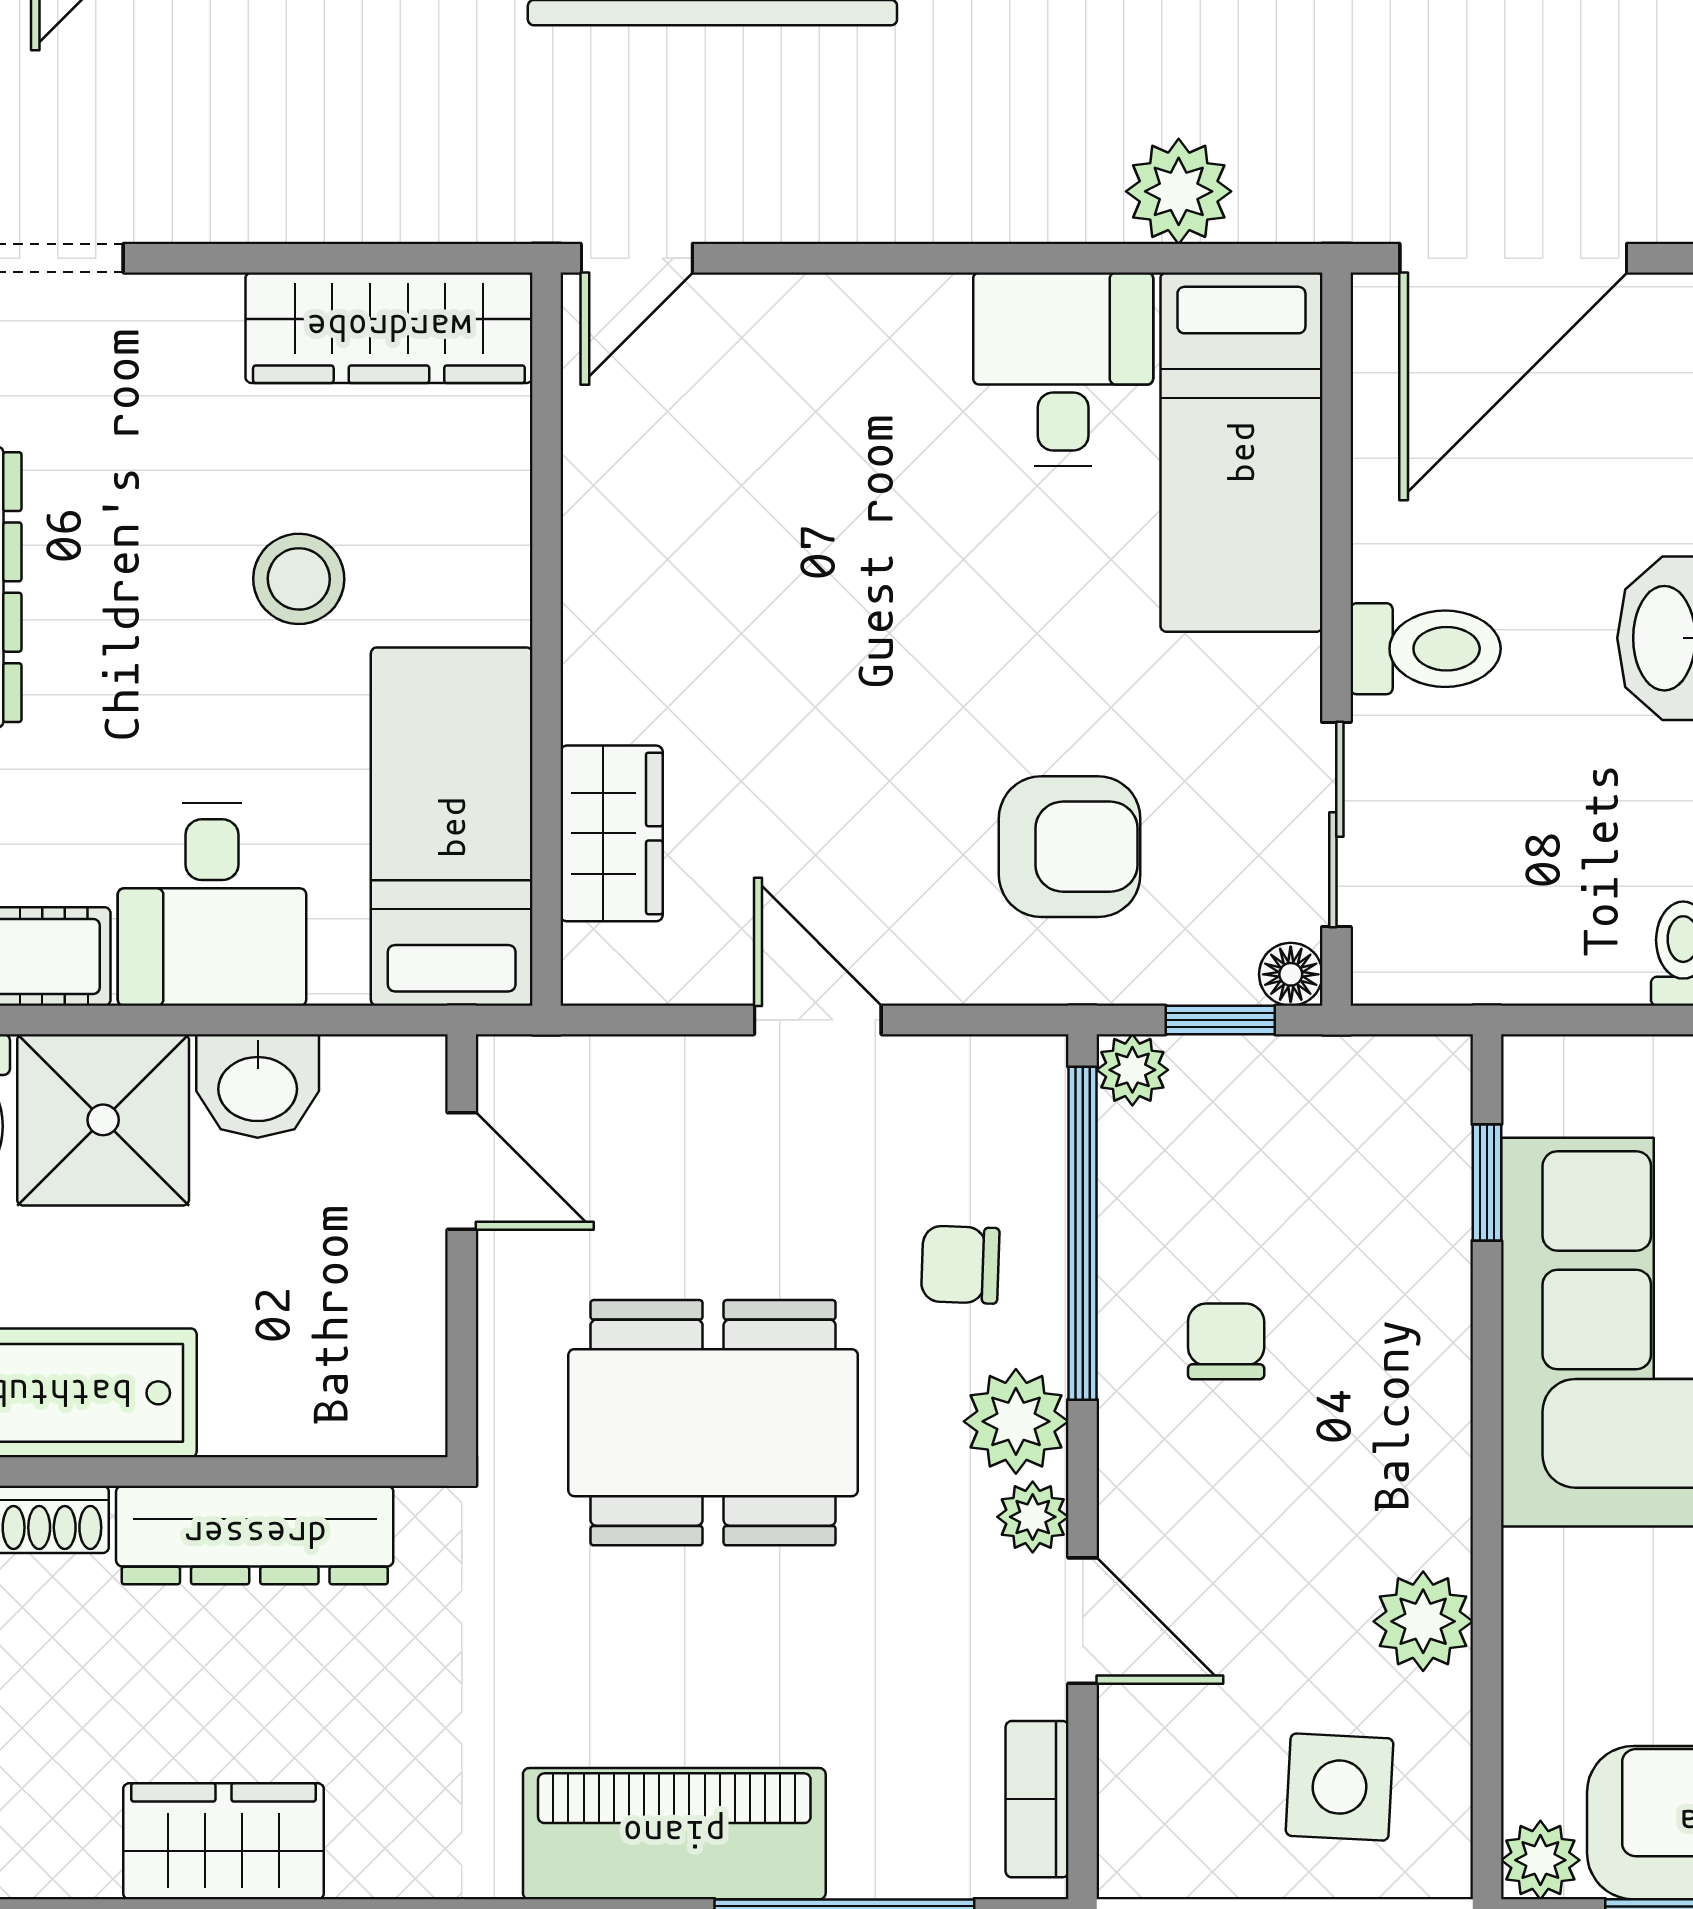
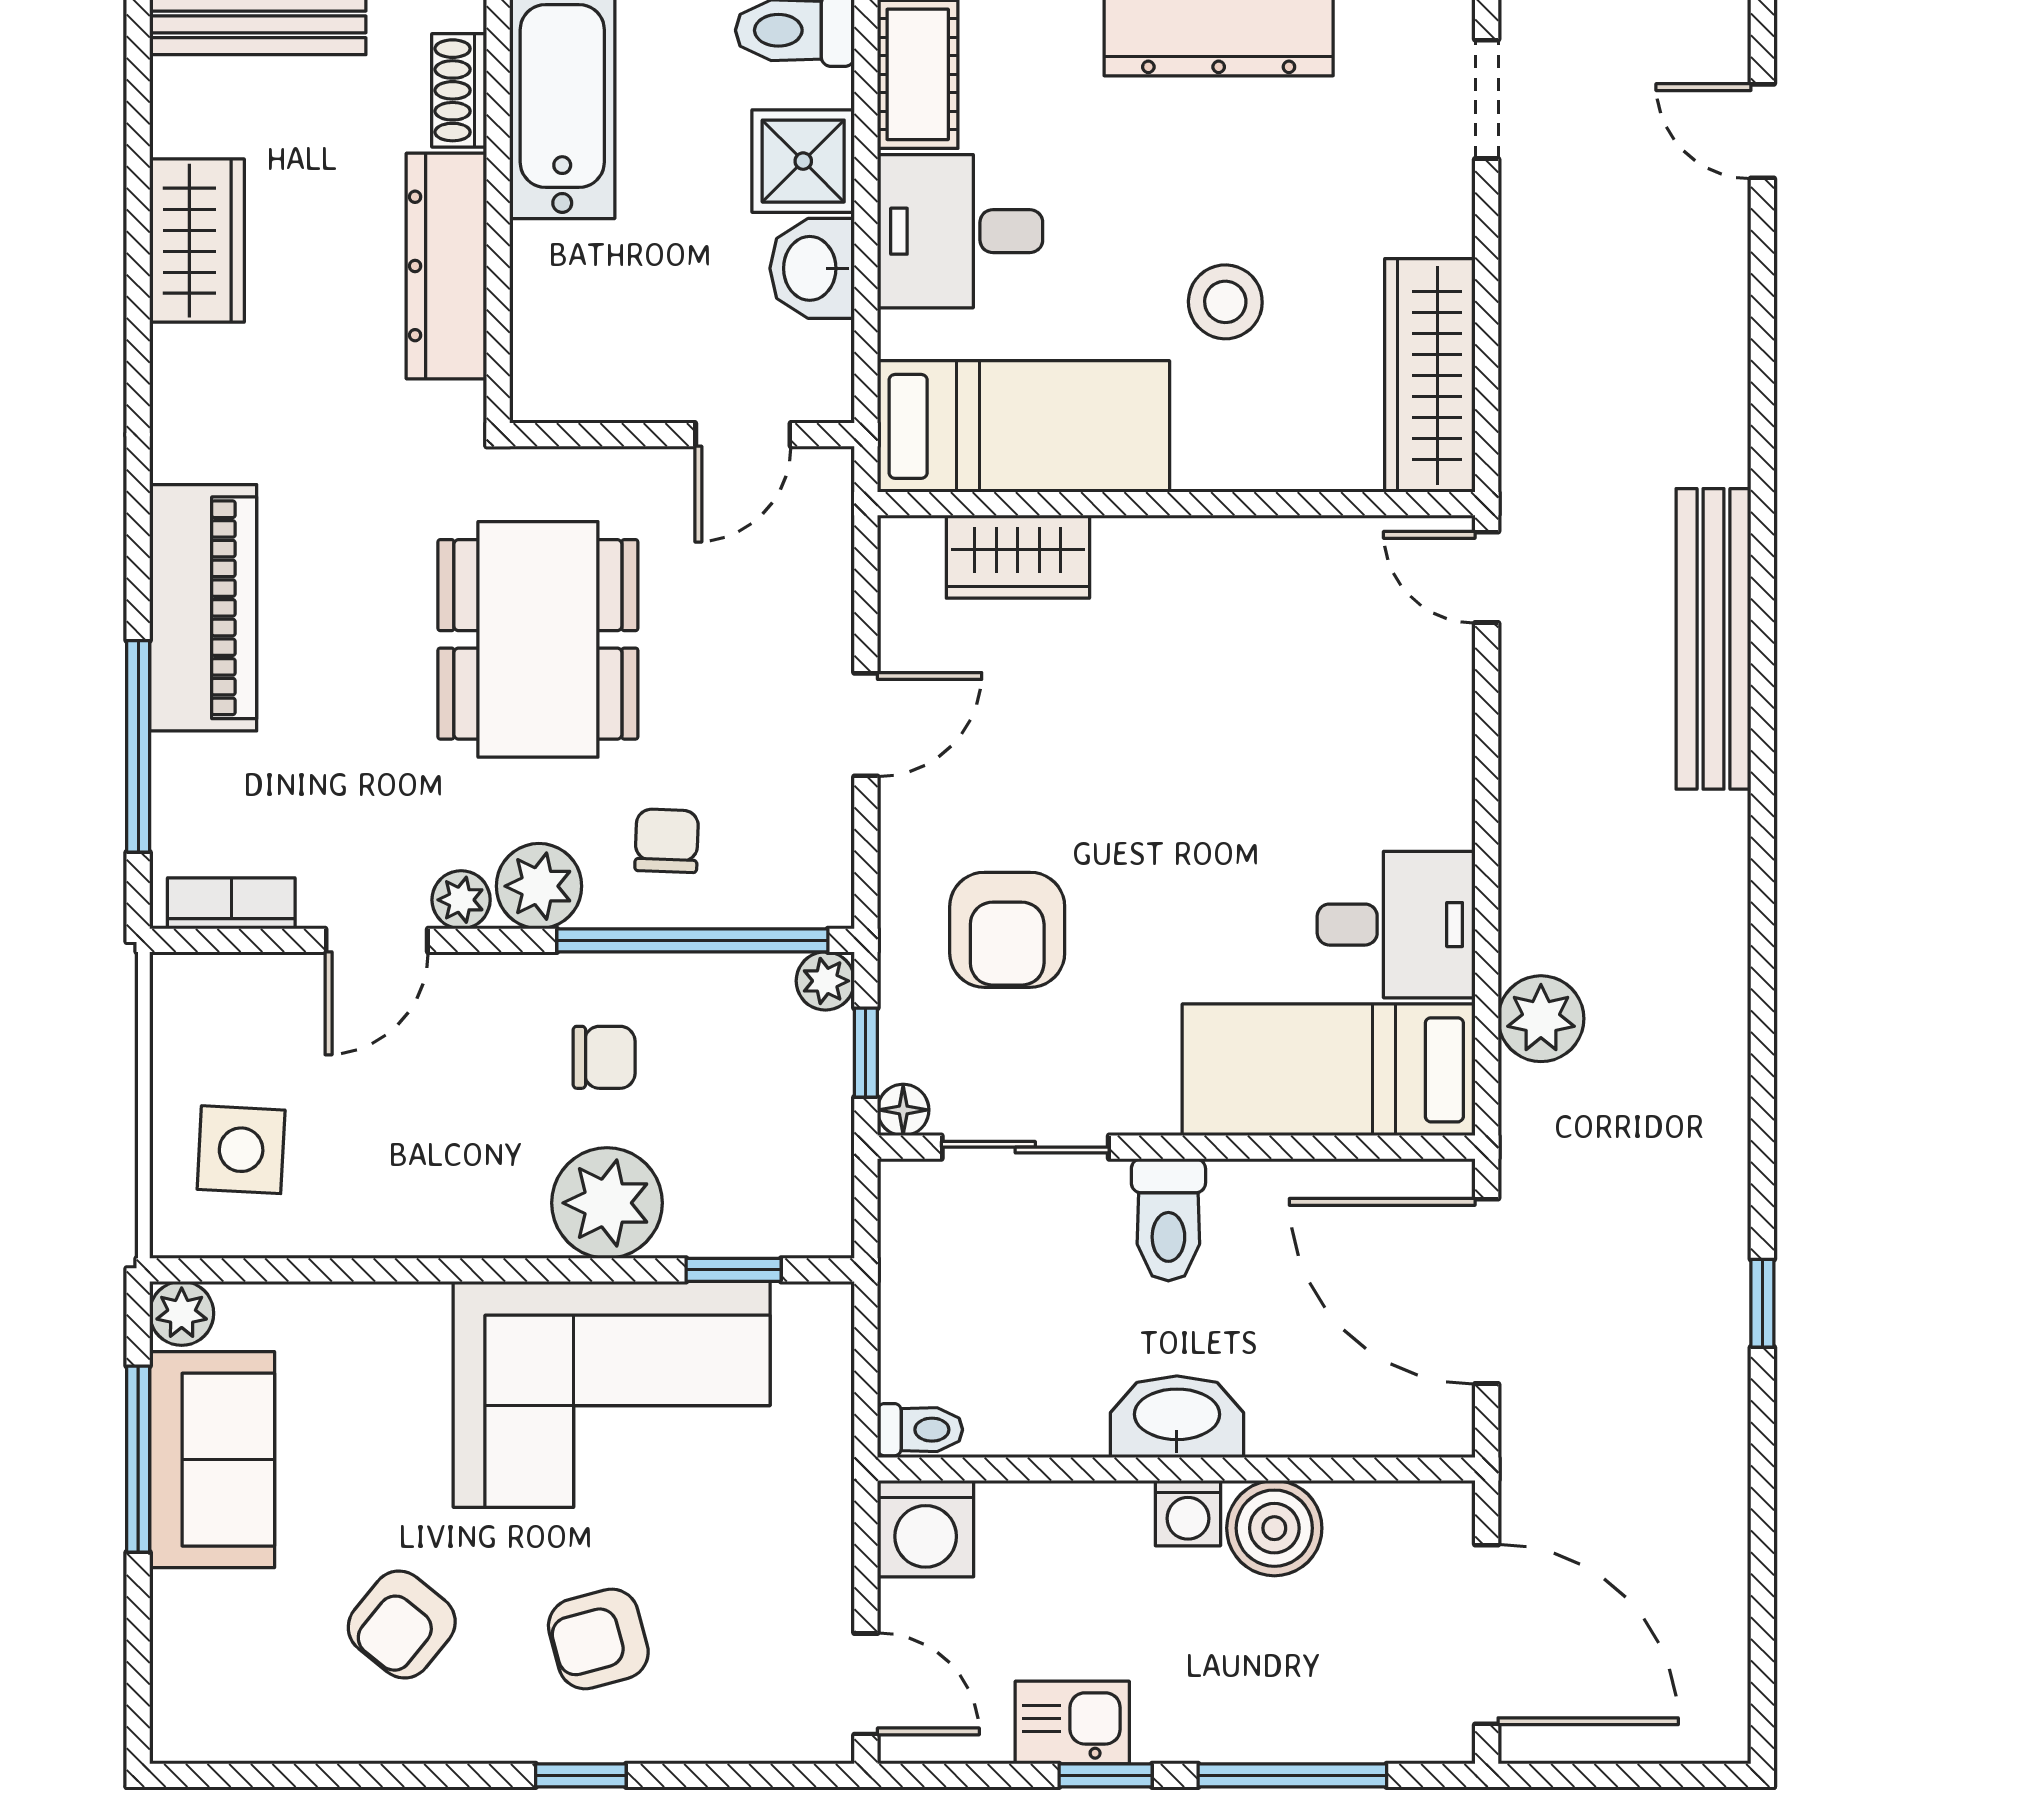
shower: (103, 1120) -> (803, 161), width x0.73, depth x0.73
plant: (1423, 1621) -> (607, 1203), moved, width x1.36, depth x1.36

